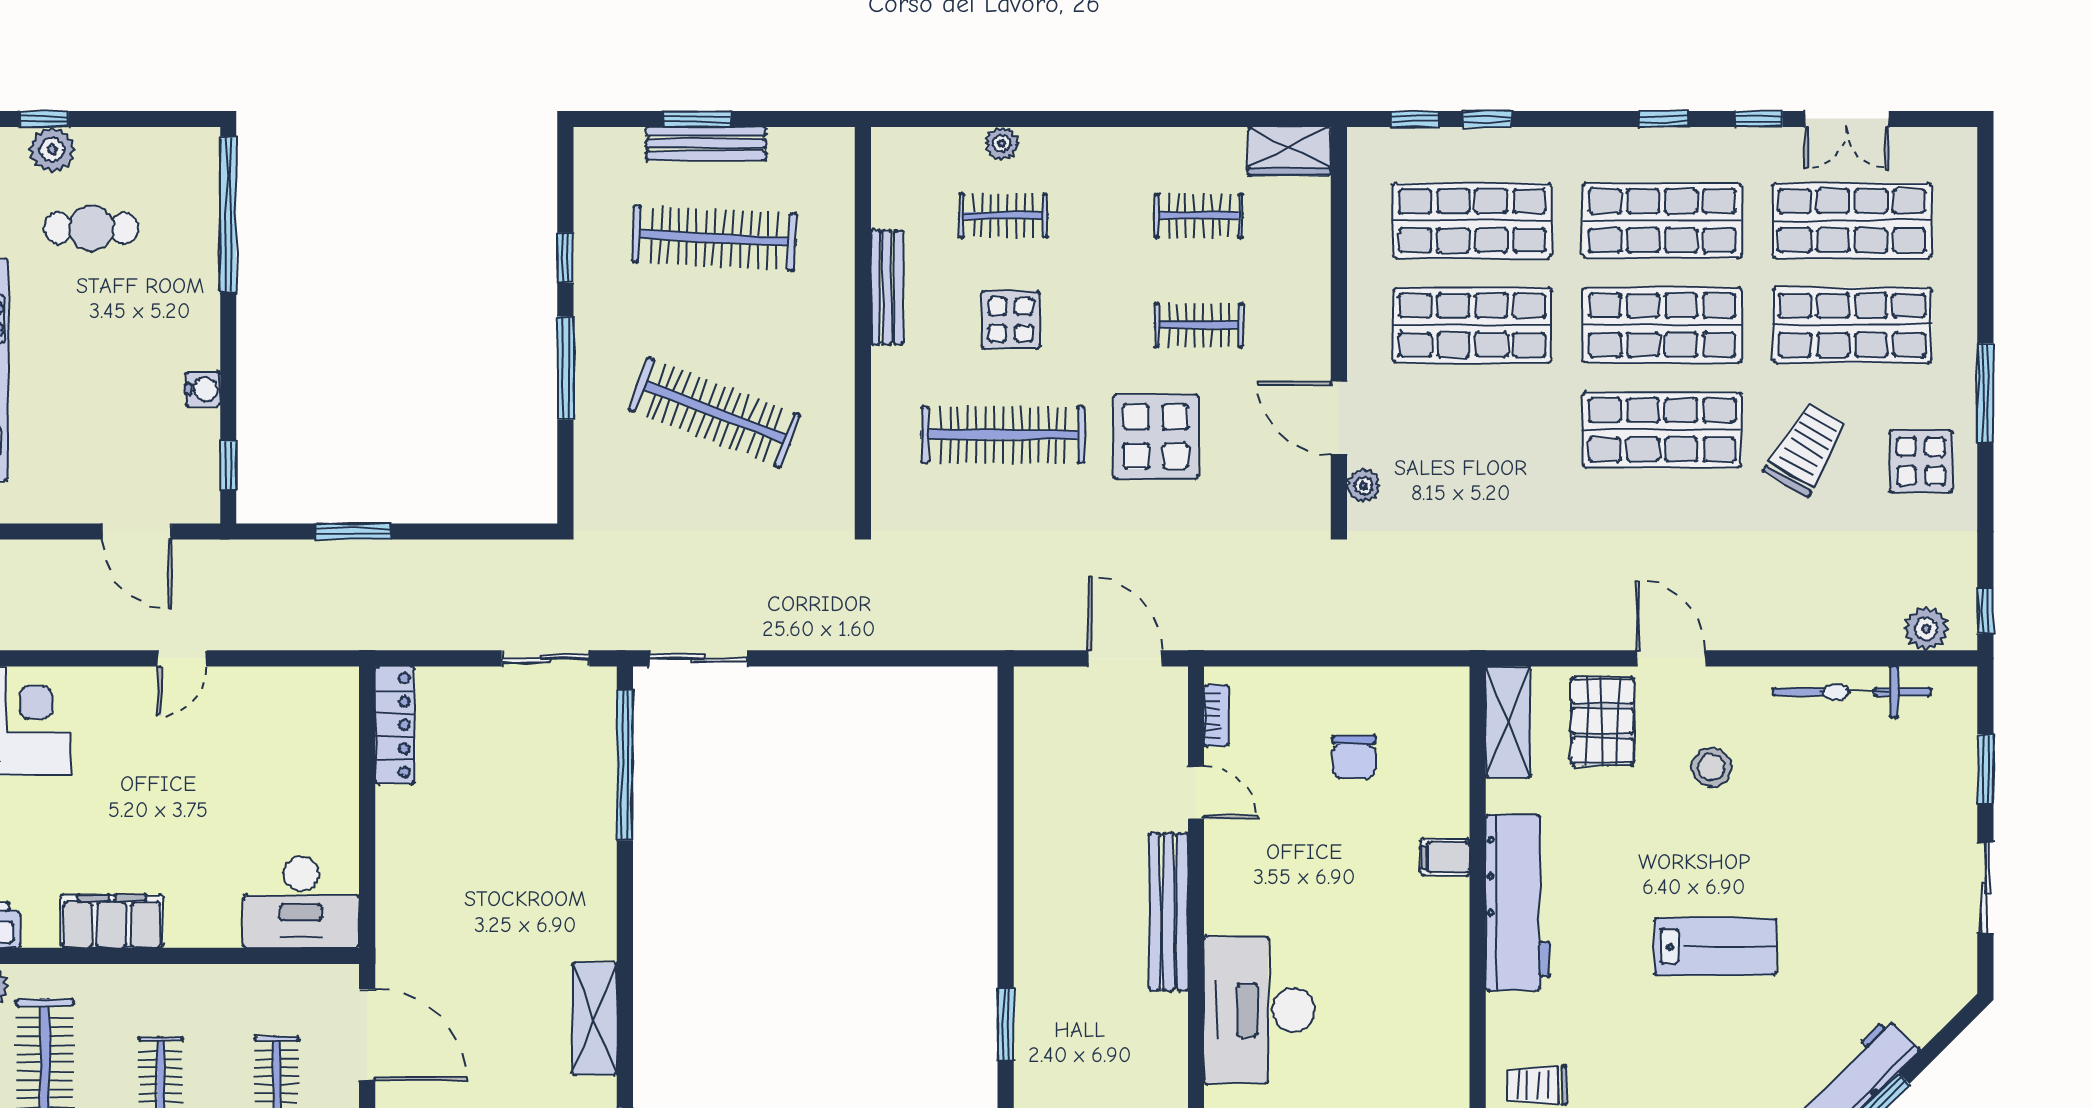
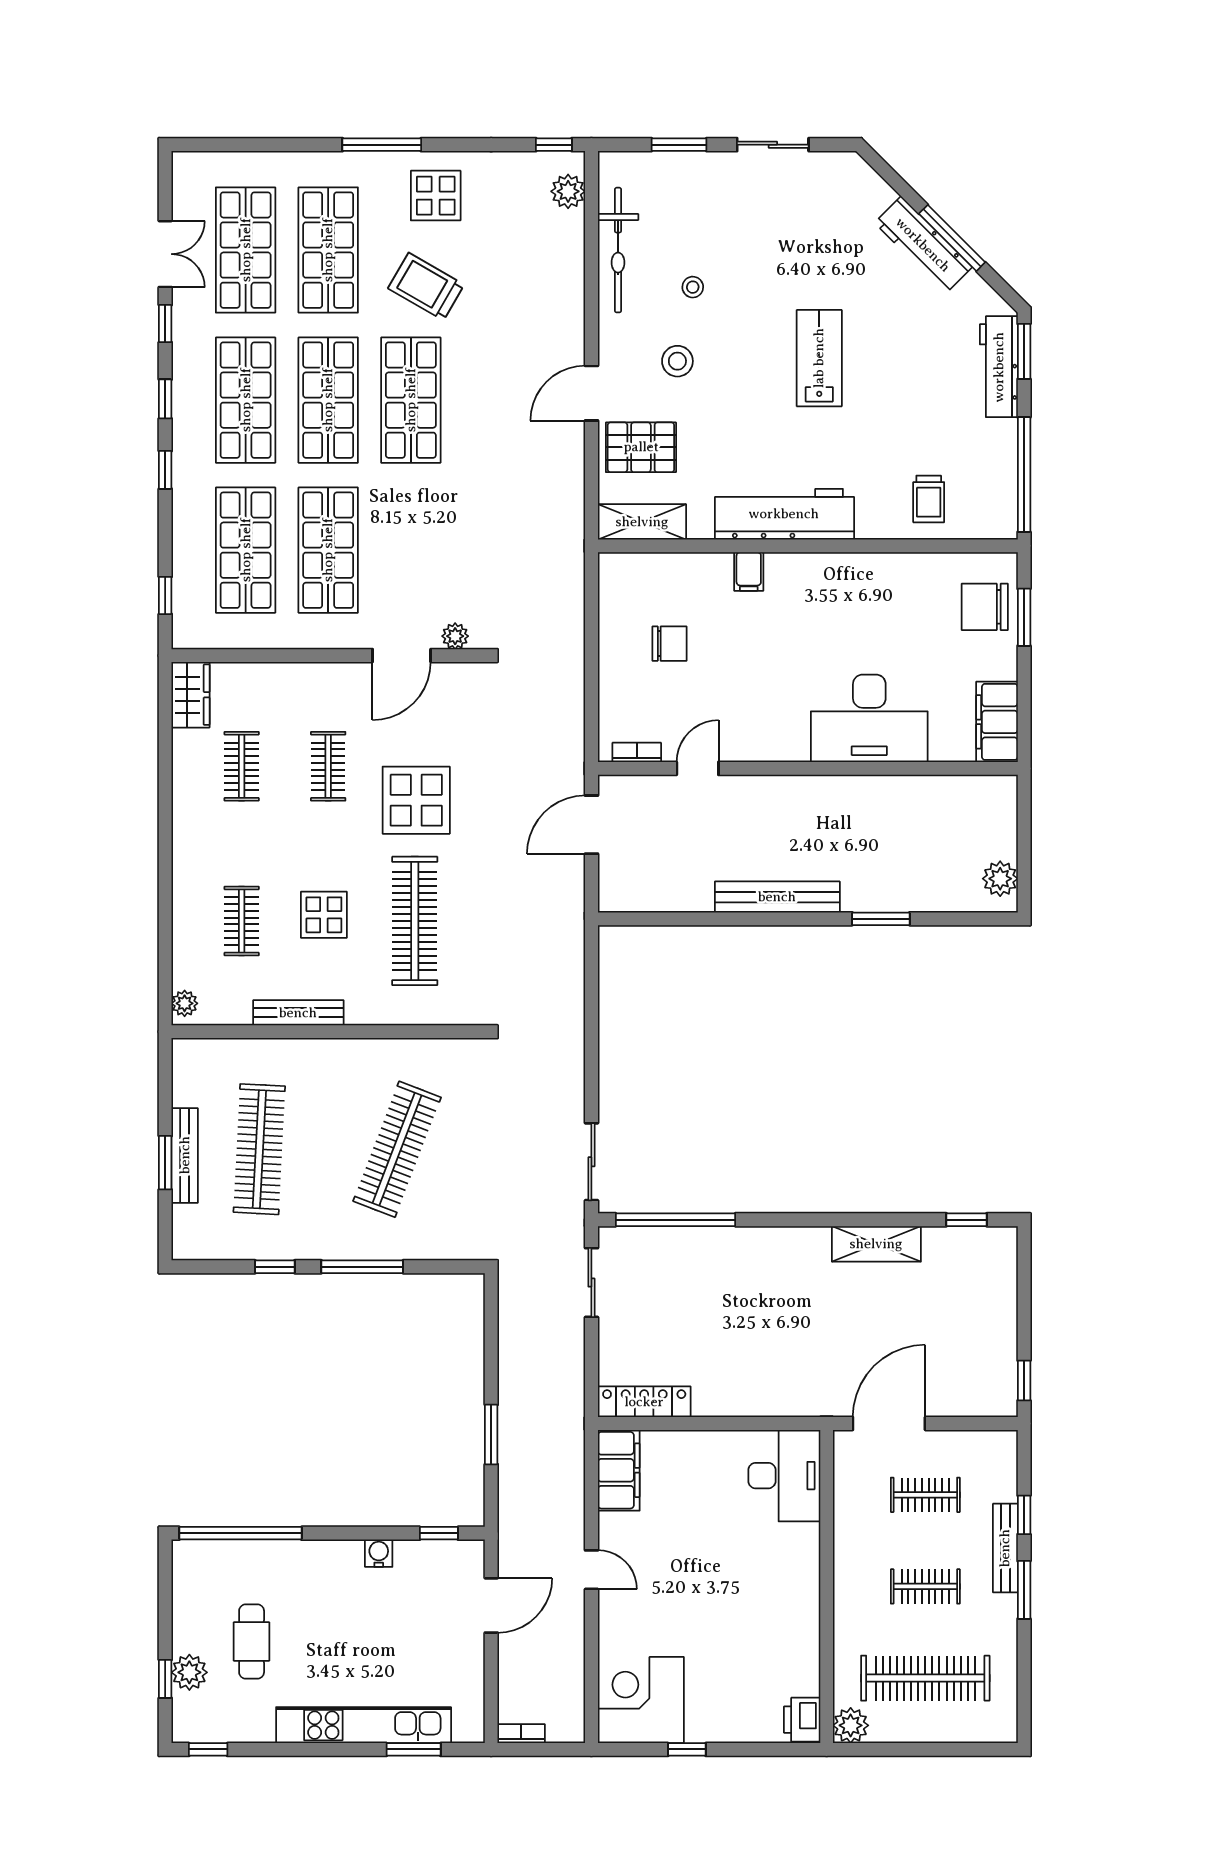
window: (1487, 119) -> (165, 470), moved
plant: (1002, 143) -> (185, 1003), moved
stool: (1805, 786) -> (693, 287), added
bench: (1168, 912) -> (777, 897), moved
filing cabinet: (112, 921) -> (619, 1470), moved, turned 180

